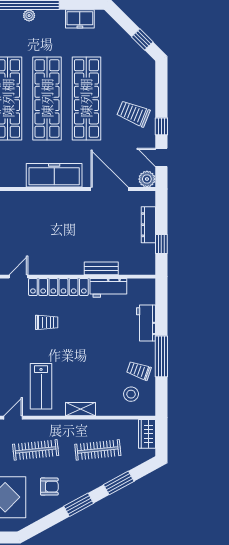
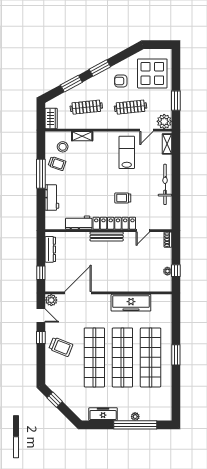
freezer: (80, 19) -> (103, 414), width x1.40
freezer: (54, 175) -> (131, 303), moved
door: (110, 189) -> (78, 293), swing flipped
dresser: (148, 225) -> (50, 249), moved
window: (161, 244) -> (41, 273), moved
bench: (101, 268) -> (107, 236), moved, width x1.36
shelving: (81, 409) -> (82, 136), moved

